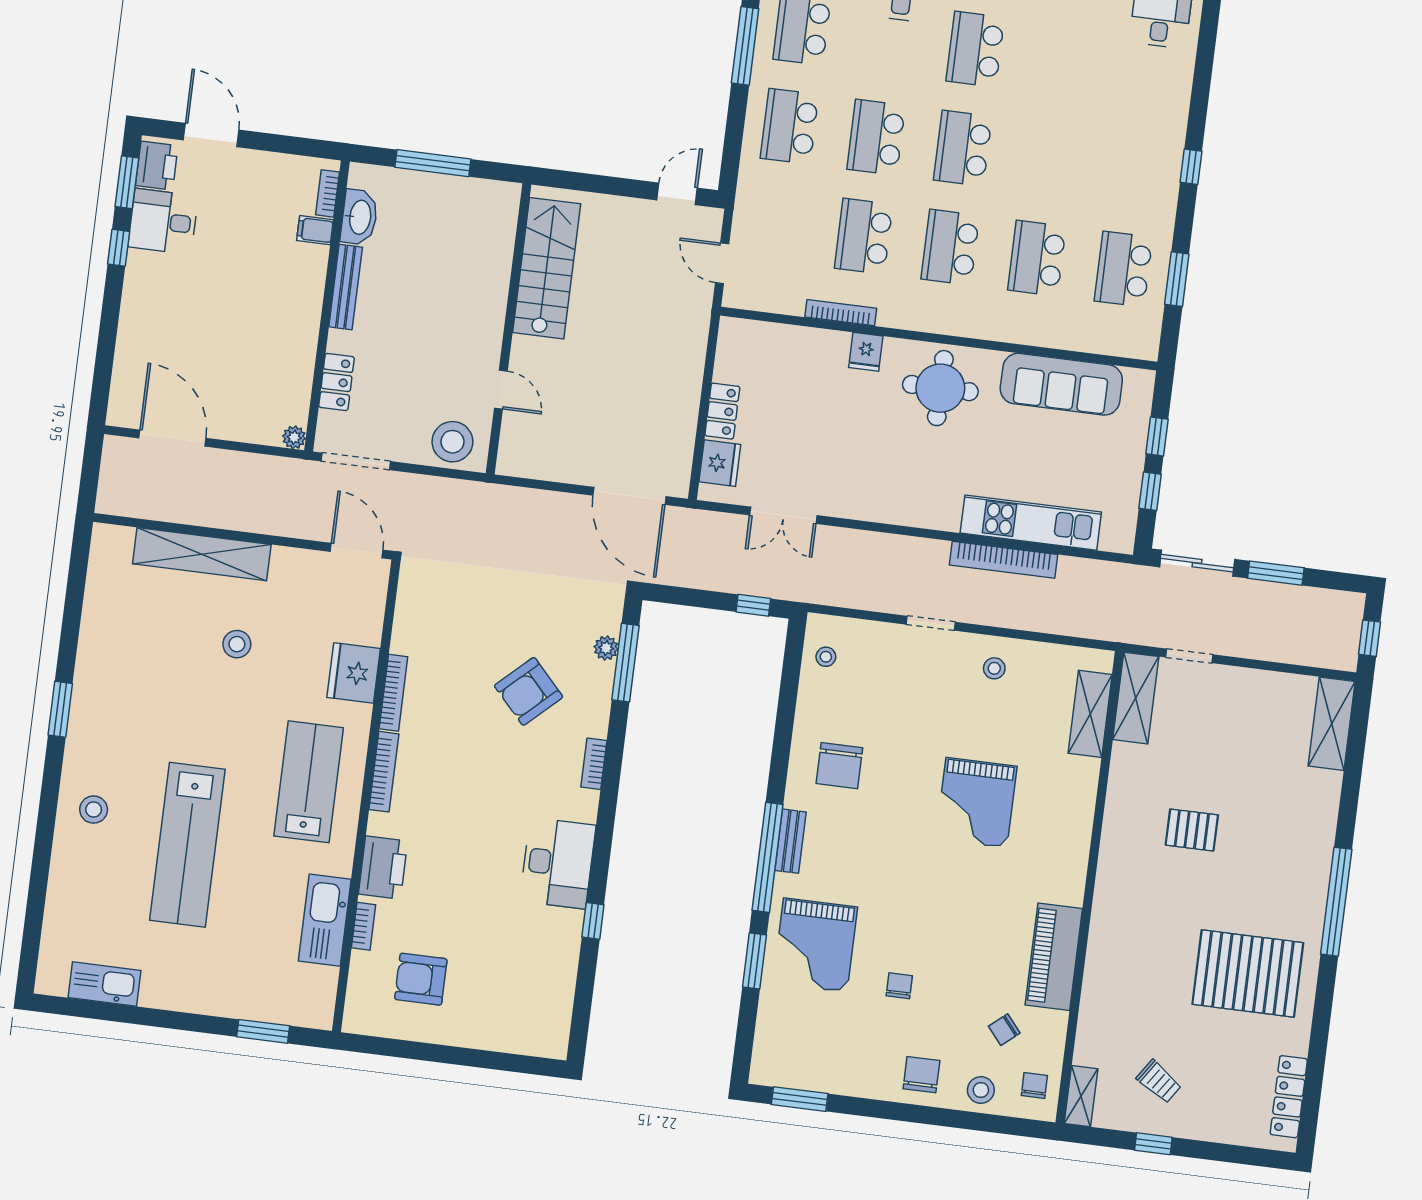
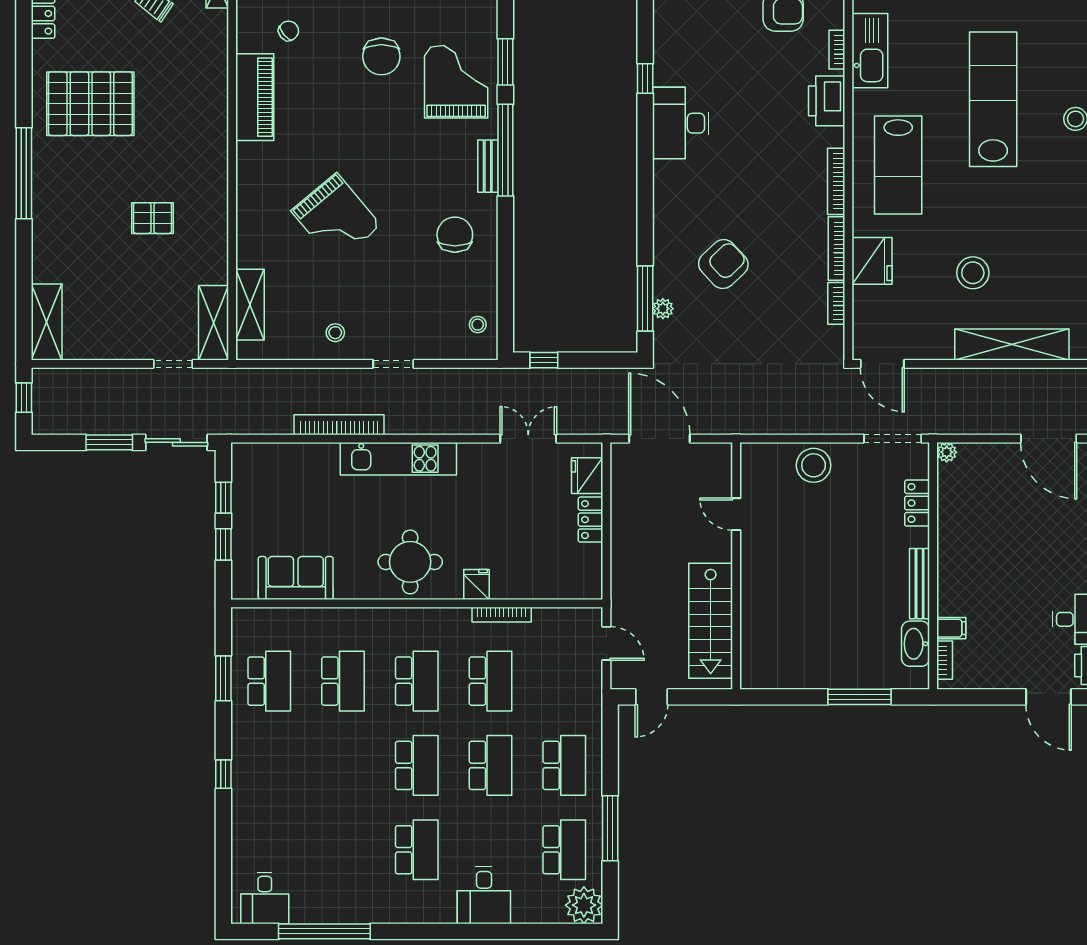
stairs: (547, 268) -> (711, 621), moved
wall: (509, 329) -> (736, 566), moved
sofa: (1061, 384) -> (296, 578), width x0.73
door: (501, 390) -> (736, 514), moved
kitchen unit: (1031, 523) -> (398, 459), moved
stool: (237, 644) -> (973, 273), width x1.38, depth x1.38
bookcase: (594, 764) -> (836, 303), moved, turned 180
grand piano: (976, 803) -> (336, 218), turned 140
chair: (899, 986) -> (381, 56), width x1.87, depth x1.87

